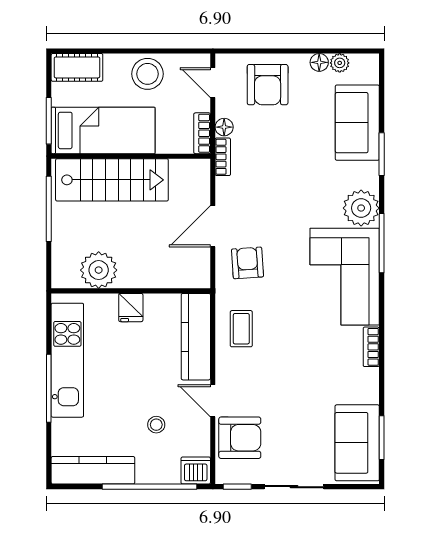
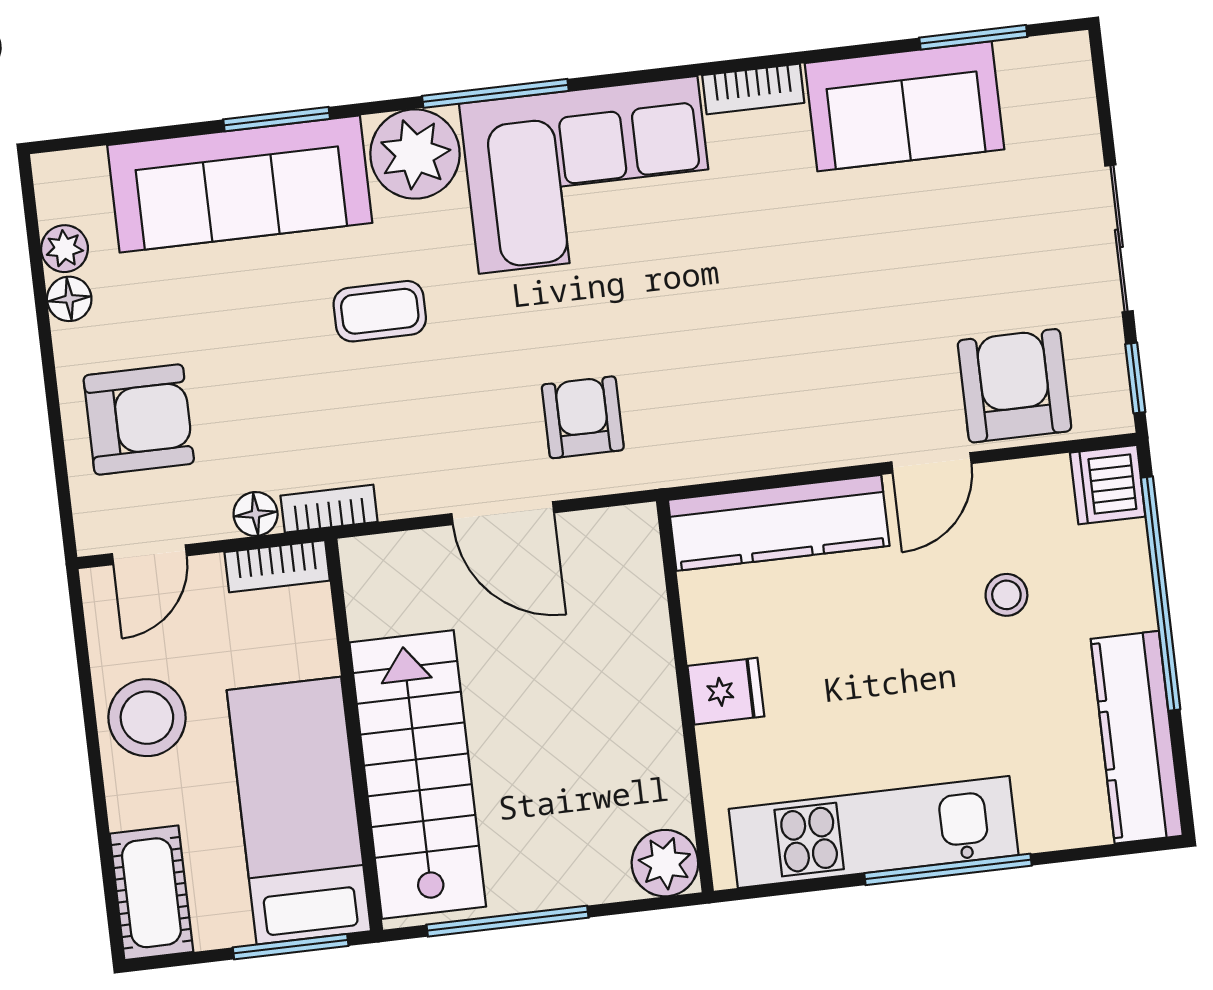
sofa: (357, 123) -> (240, 184), width x1.36
armchair: (247, 263) -> (583, 417), turned 94
plant: (99, 270) -> (665, 863), moved, width x0.73, depth x0.73
coffee table: (241, 329) -> (380, 311), moved
sofa: (357, 443) -> (904, 106), moved

